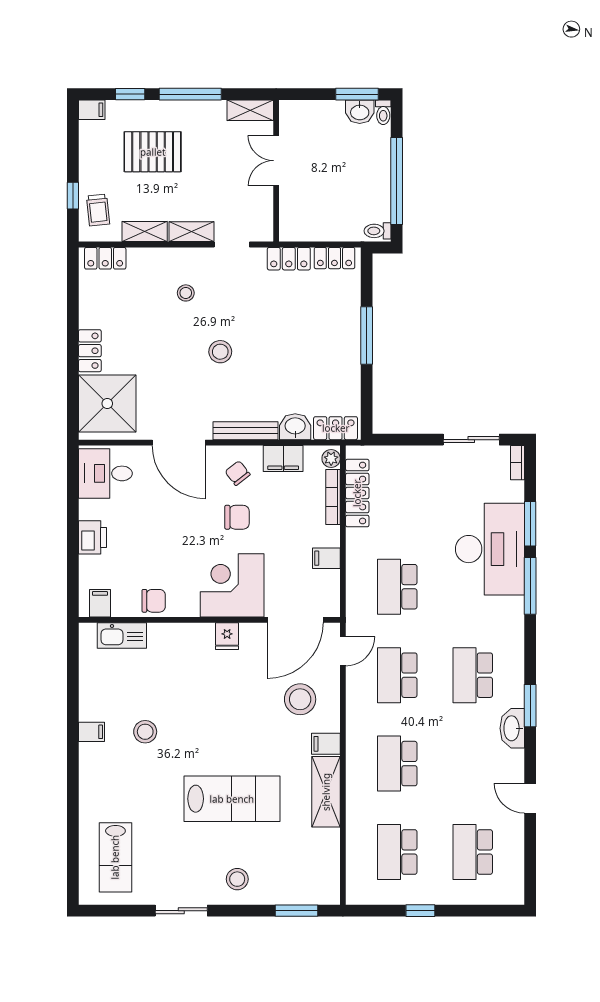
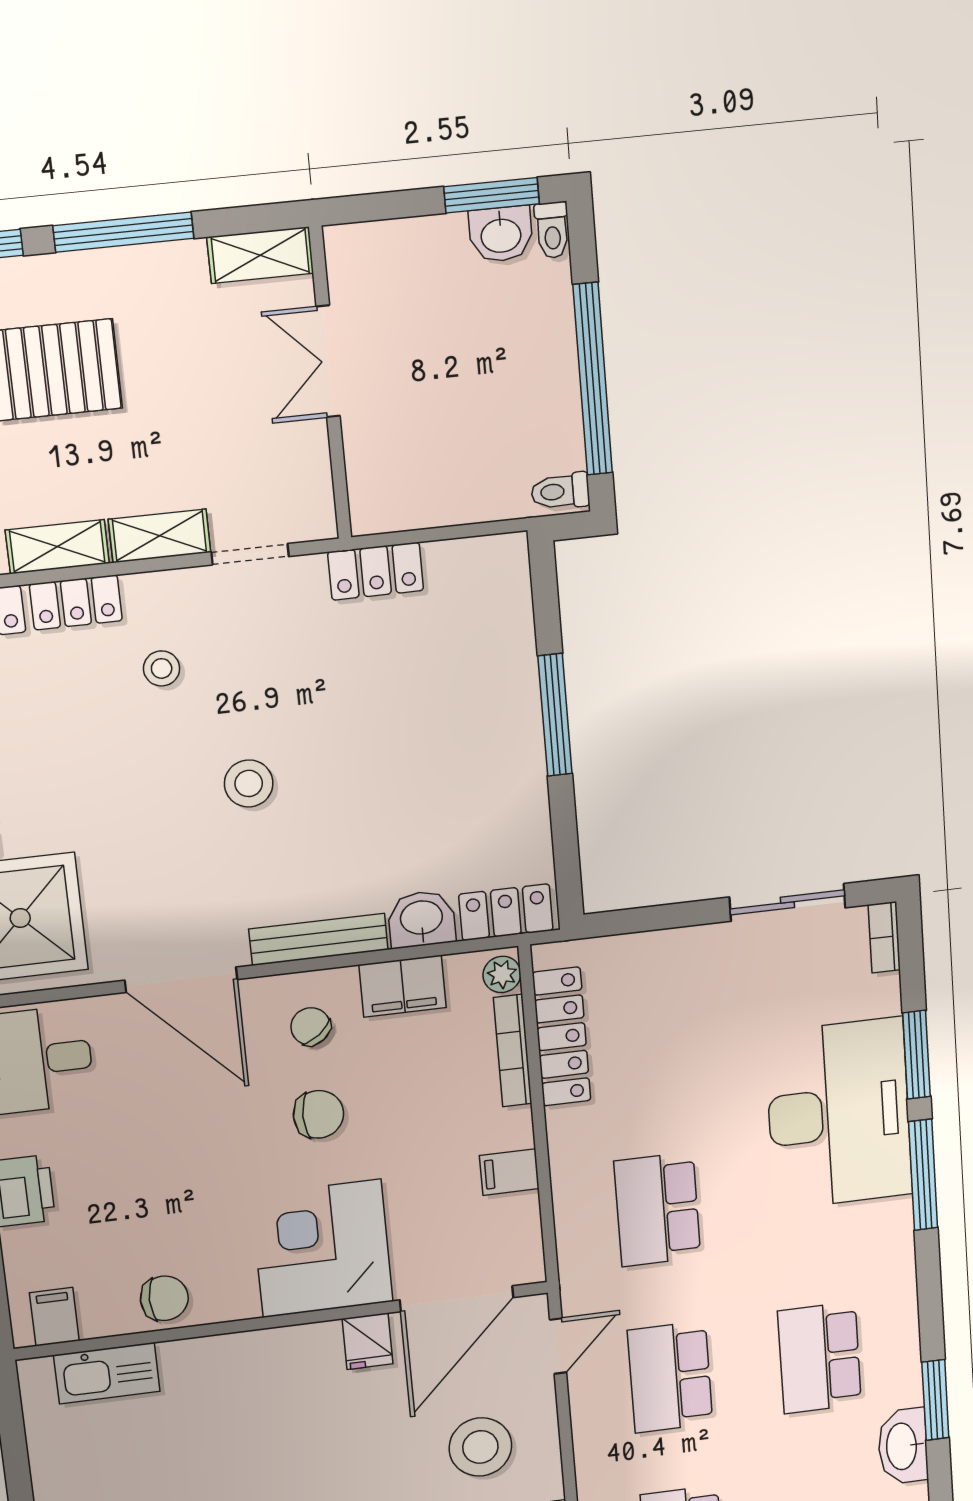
locker: (334, 258) -> (76, 602), moved
fridge: (227, 636) -> (368, 1341), moved

